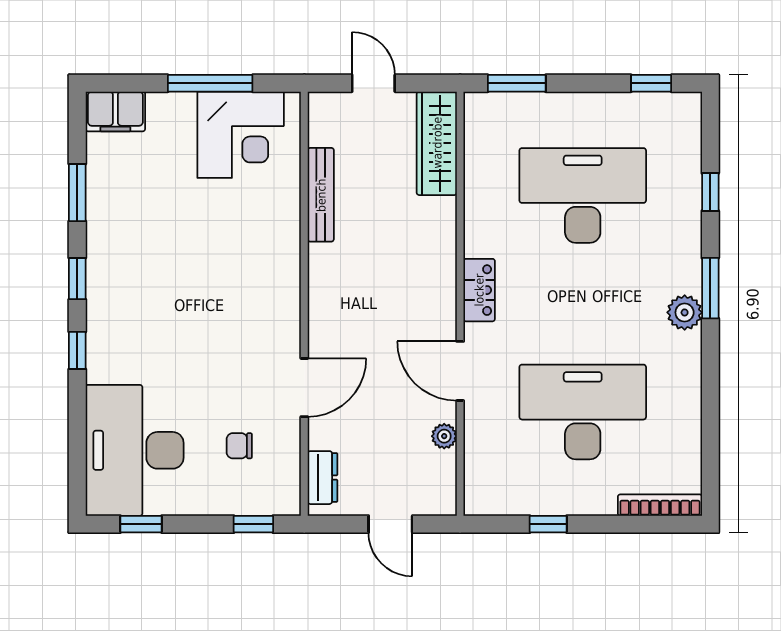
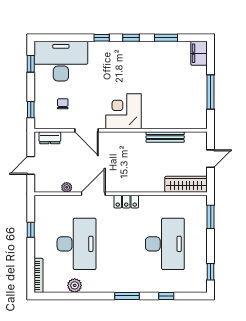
corner desk: (241, 135) -> (123, 111), moved, turned 90
plant: (685, 312) -> (75, 285), moved

